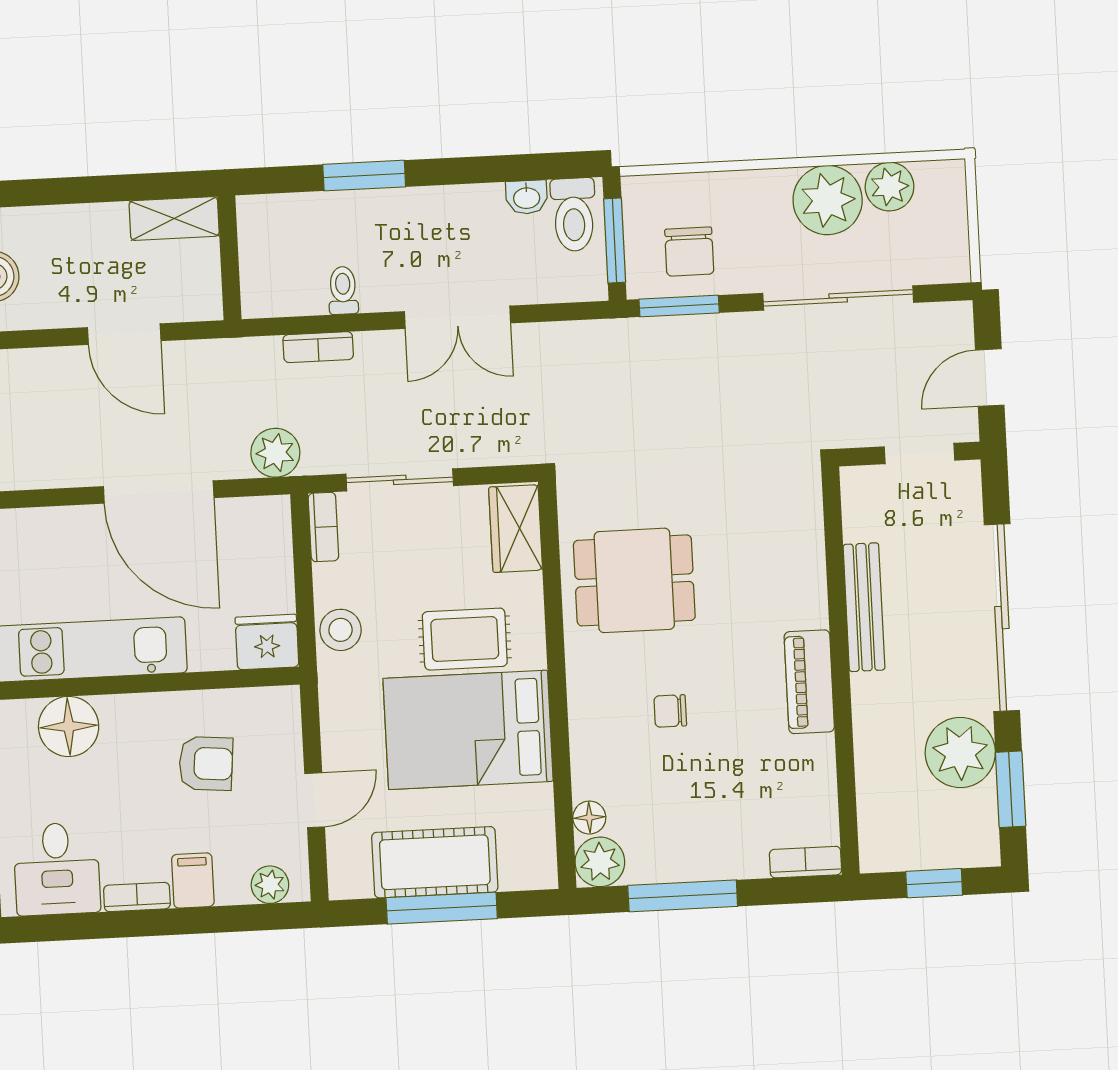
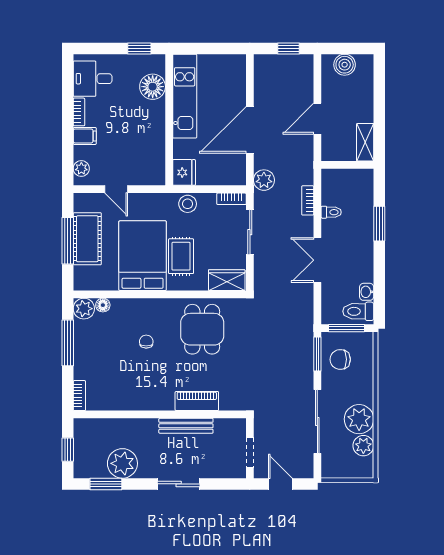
sliding door: (1002, 618) -> (179, 484), width x0.54
piano: (809, 682) -> (197, 401), moved
armchair: (206, 763) -> (134, 144), removed

